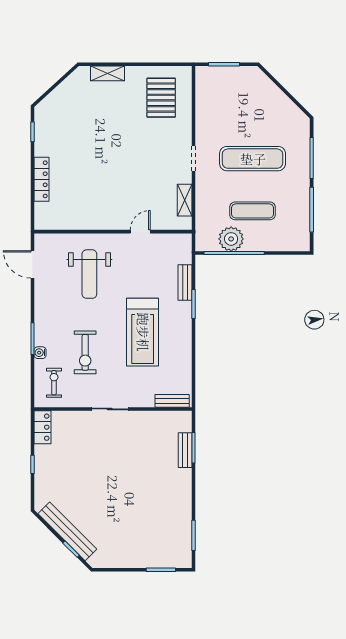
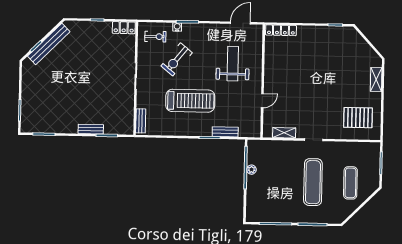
locker: (41, 179) -> (281, 30), moved
exercise mat: (253, 211) -> (350, 183), moved
door: (140, 232) -> (262, 101), hinge flipped
plant: (231, 239) -> (251, 170), width x0.53, depth x0.53
weight bench: (89, 274) -> (233, 64), turned 90
treadmill: (143, 332) -> (190, 101), turned 180
exercise bike: (85, 352) -> (177, 59), turned -51
bench: (185, 450) -> (91, 129), moved

